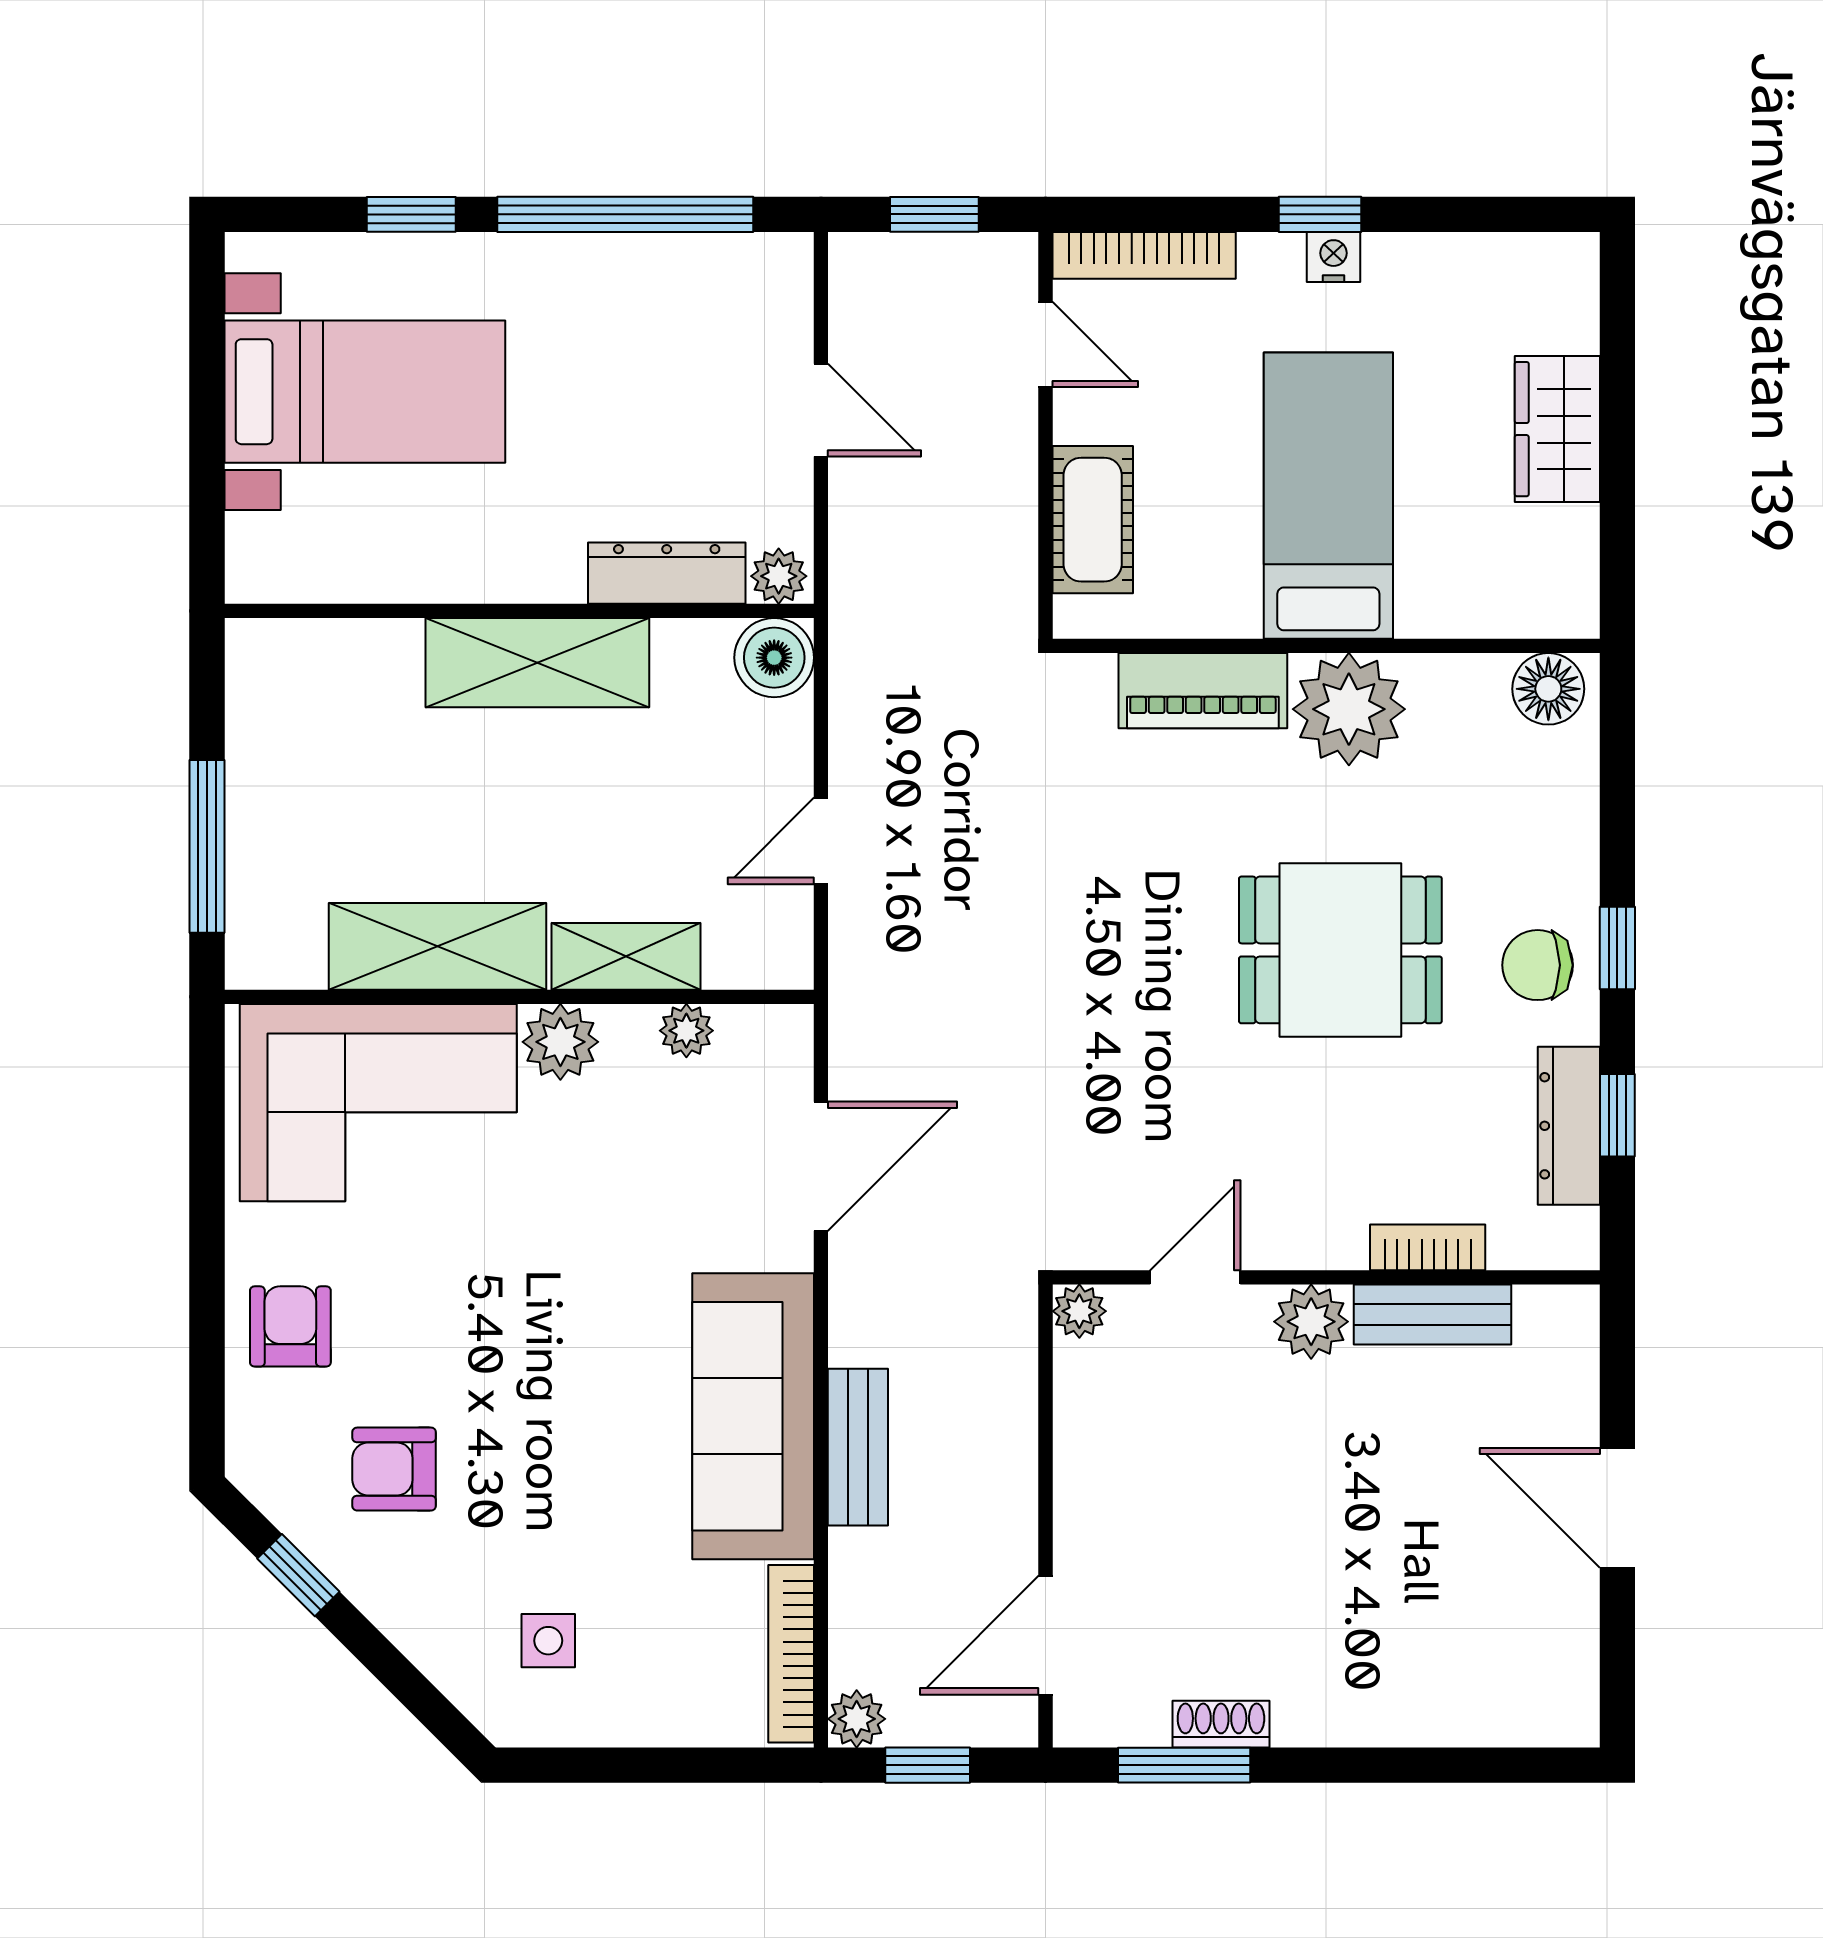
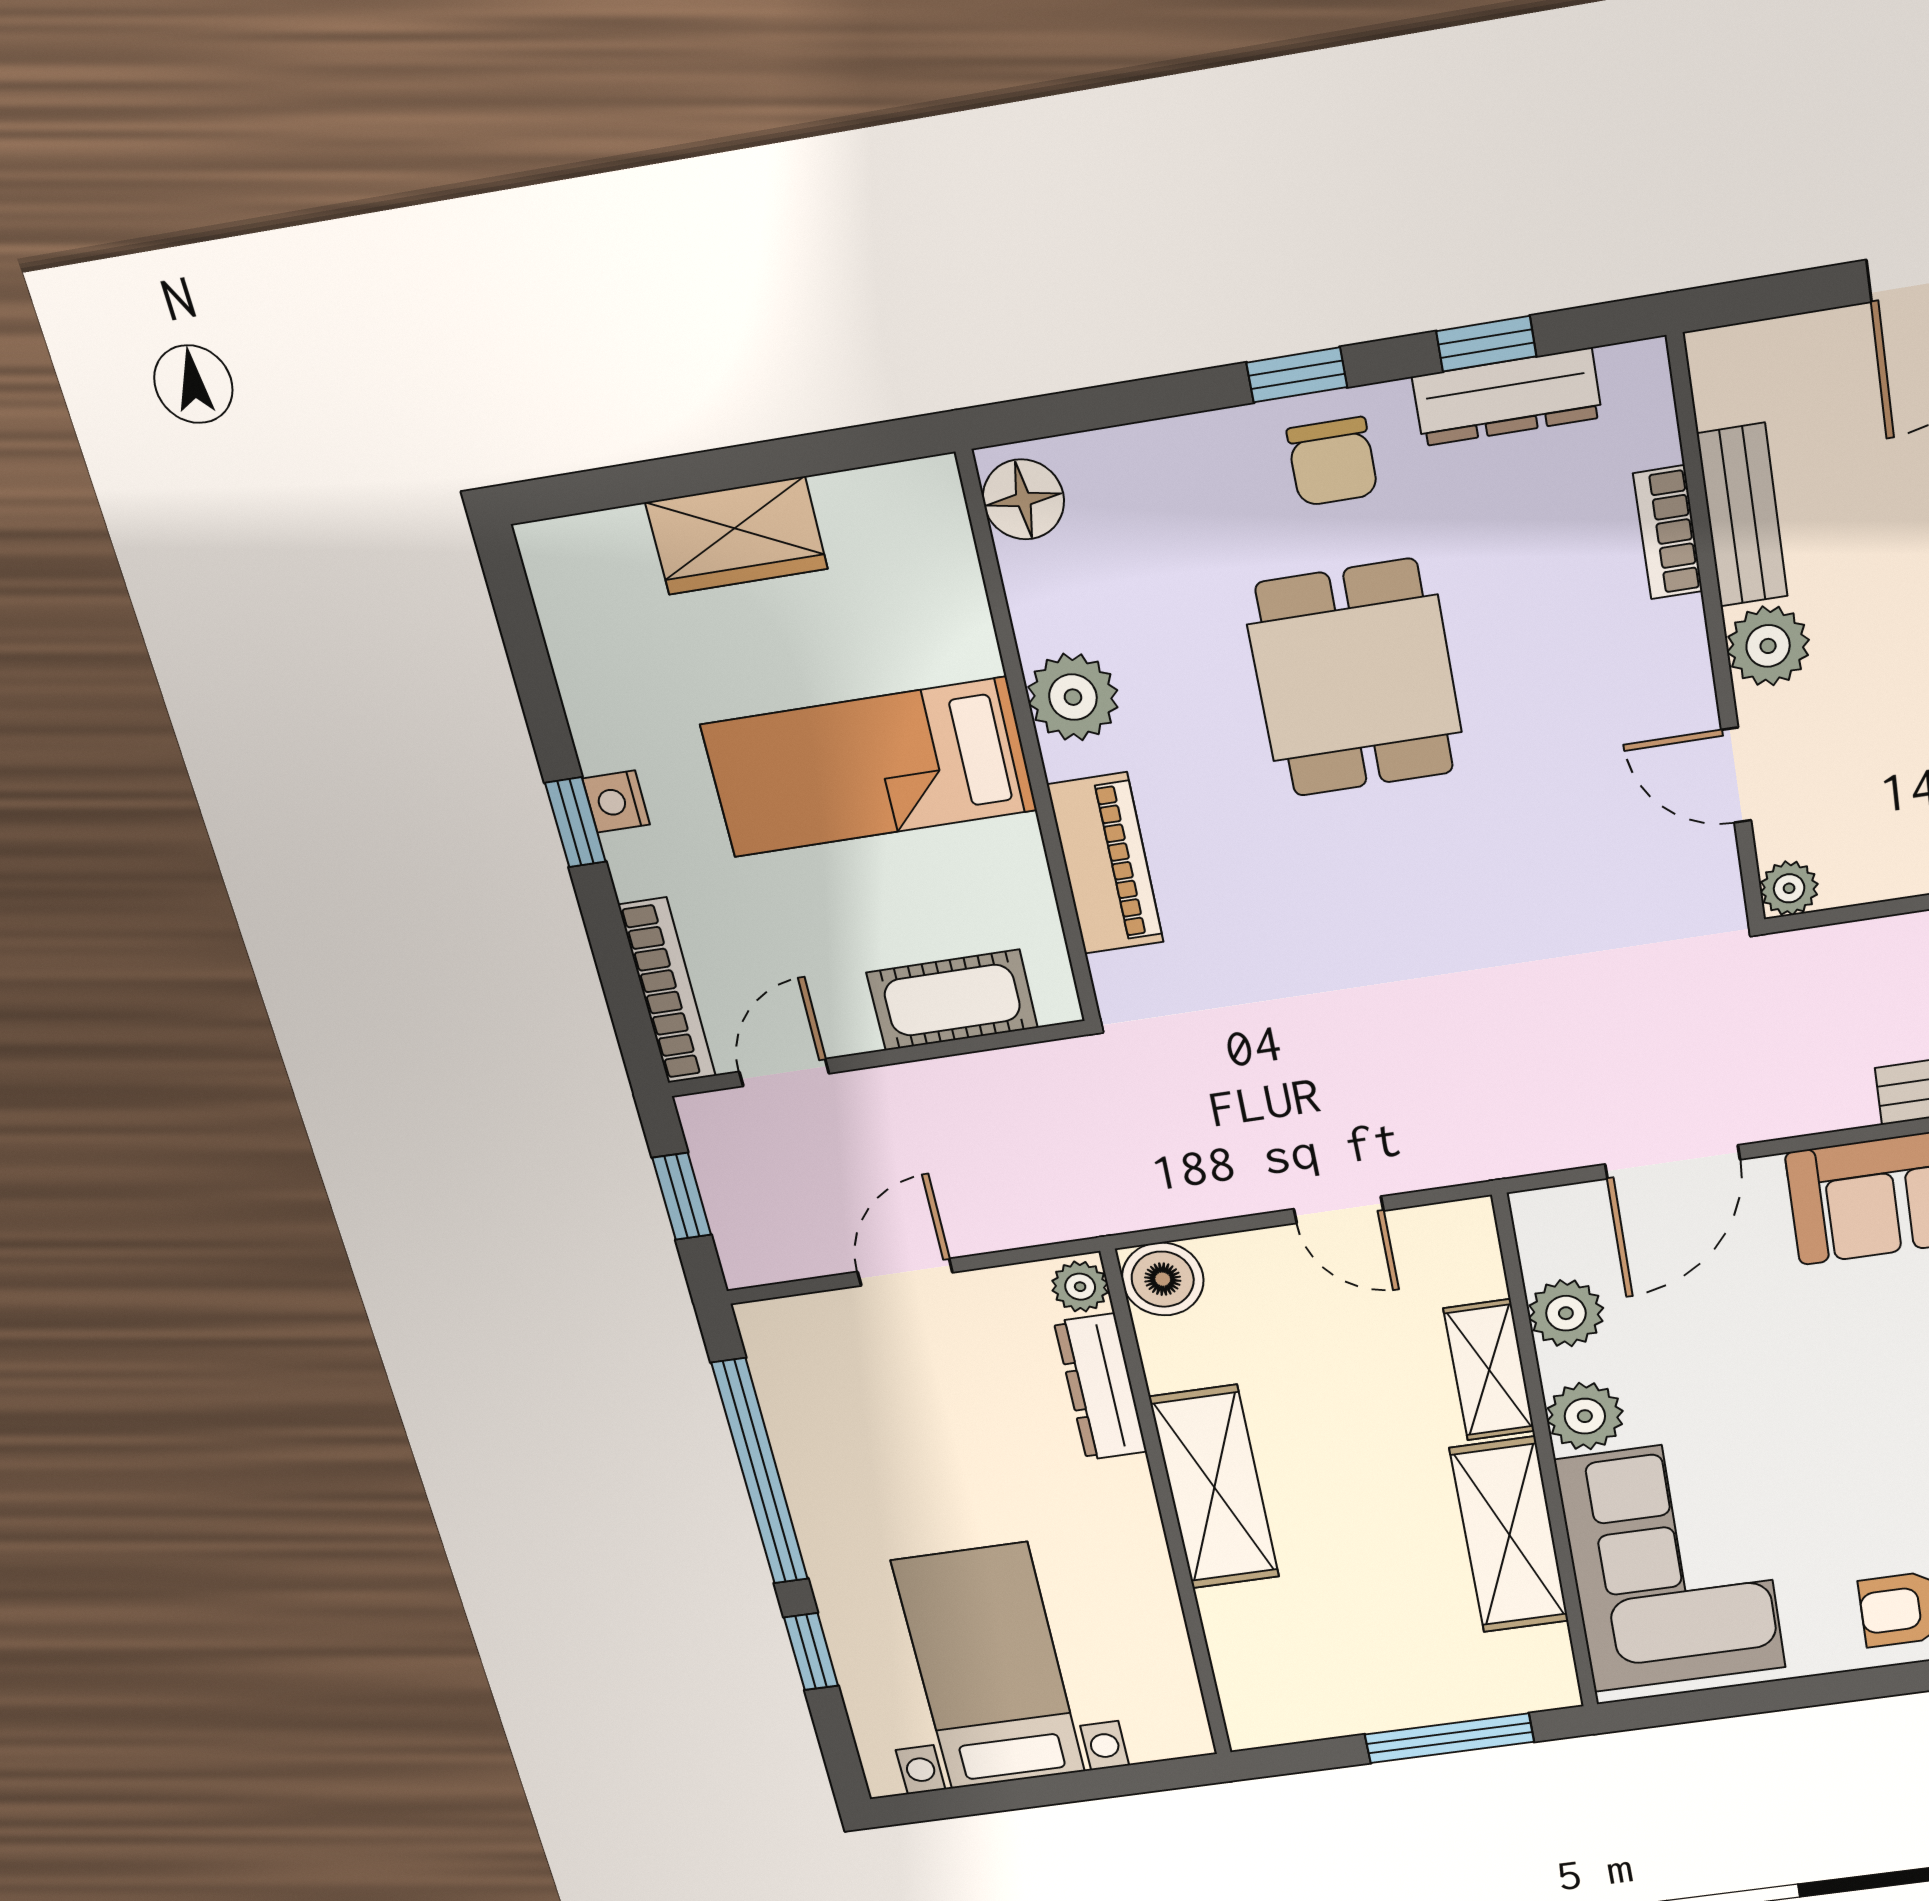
plant: (1349, 709) -> (1073, 697), width x0.73, depth x0.73
plant: (686, 1031) -> (1566, 1313), width x1.38, depth x1.38
door: (821, 1166) -> (1672, 1162), swing flipped

